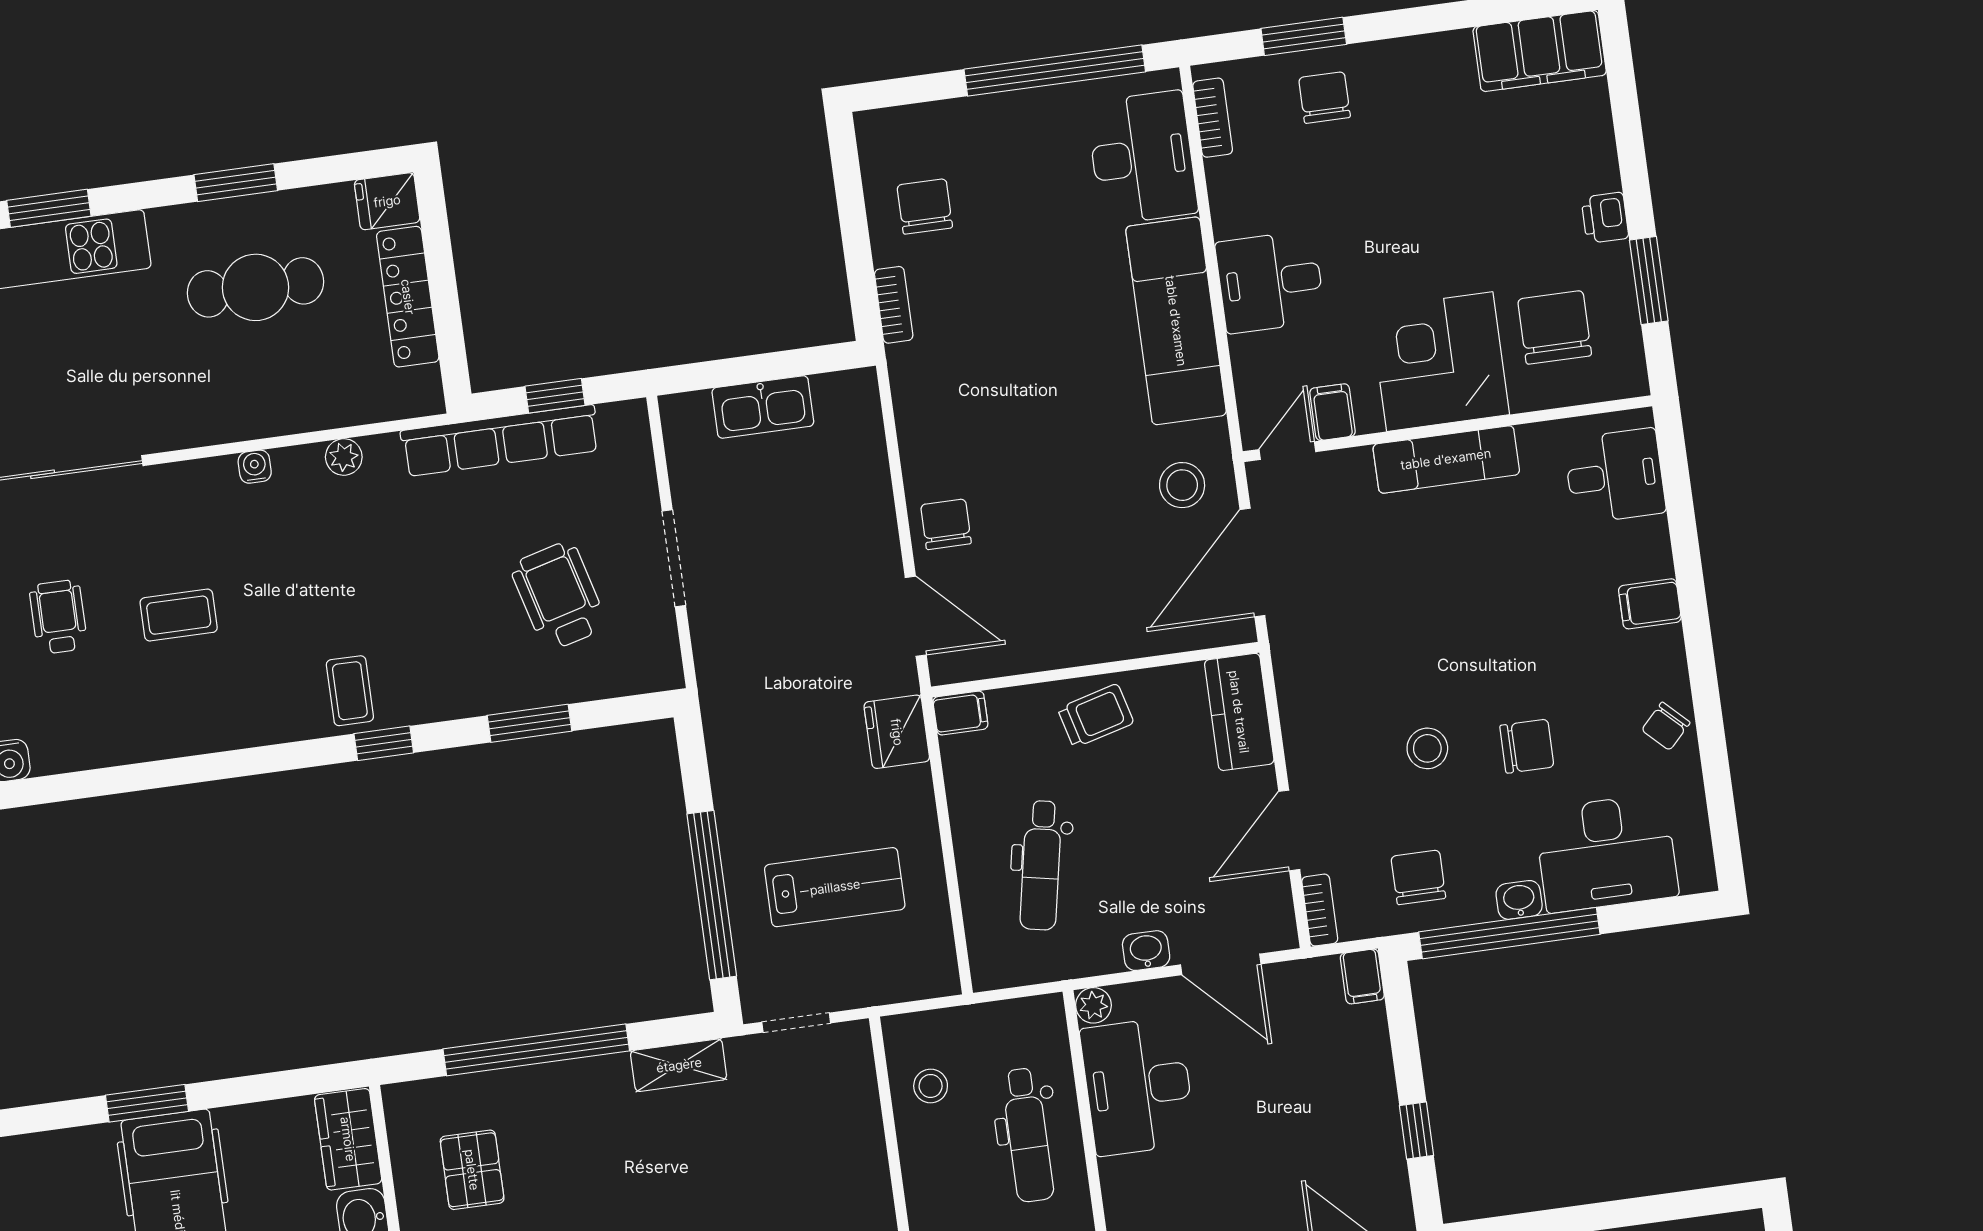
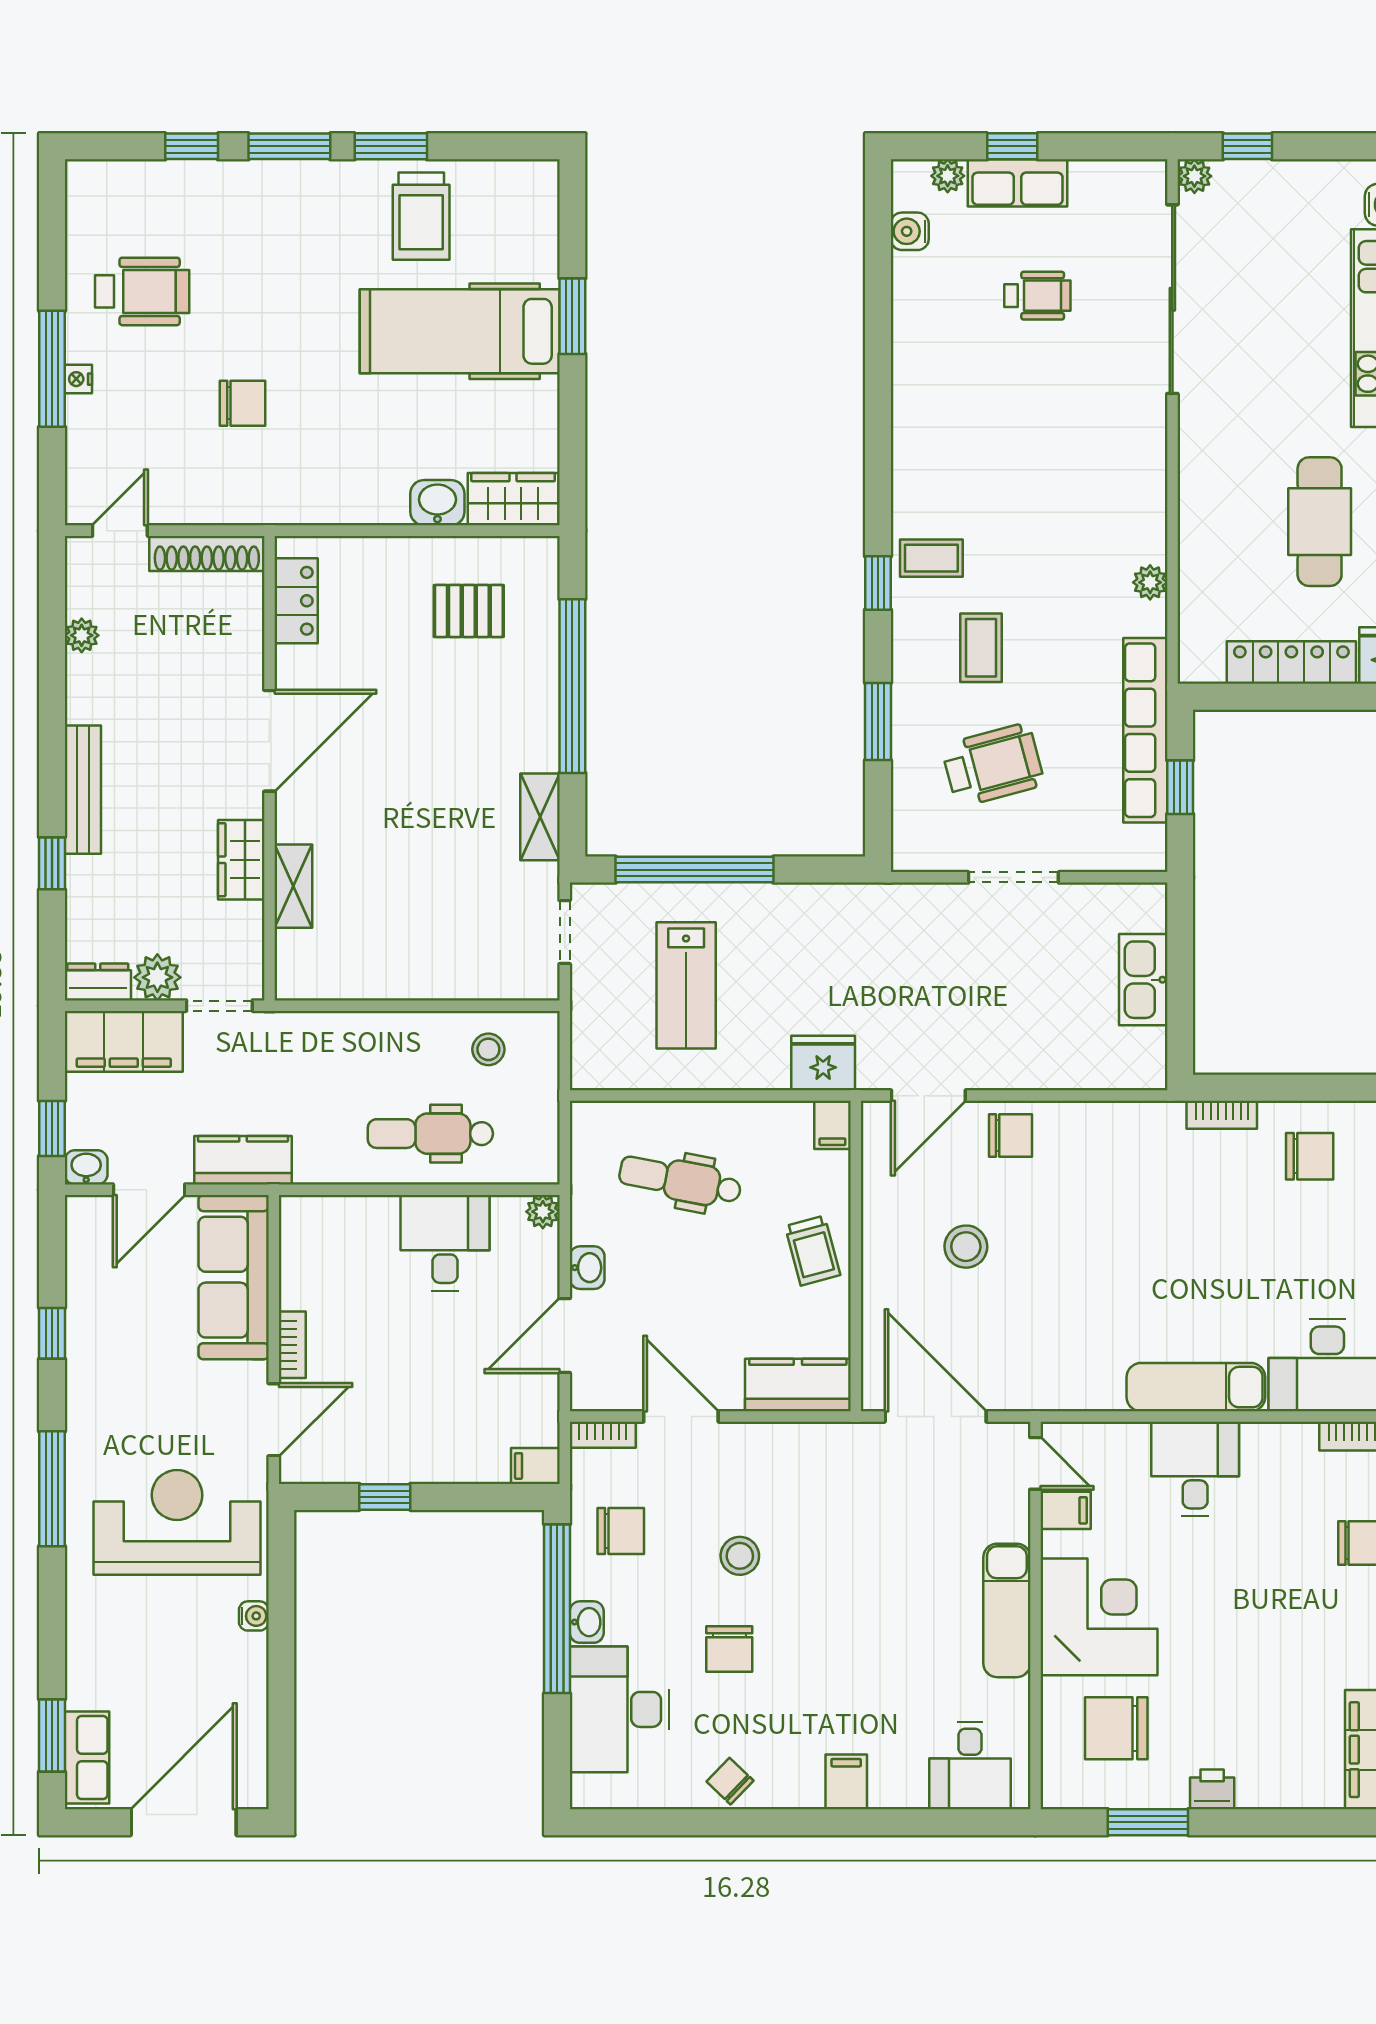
exam couch: (1176, 321) -> (1196, 1387), width x0.73, depth x0.69
chair: (1555, 327) -> (1116, 1728), turned 180
water cooler: (255, 467) -> (1152, 498), removed
stool: (1182, 485) -> (966, 1247), moved
coffee table: (179, 615) -> (981, 648), moved
desk: (1138, 1086) -> (445, 1243), width x0.73

